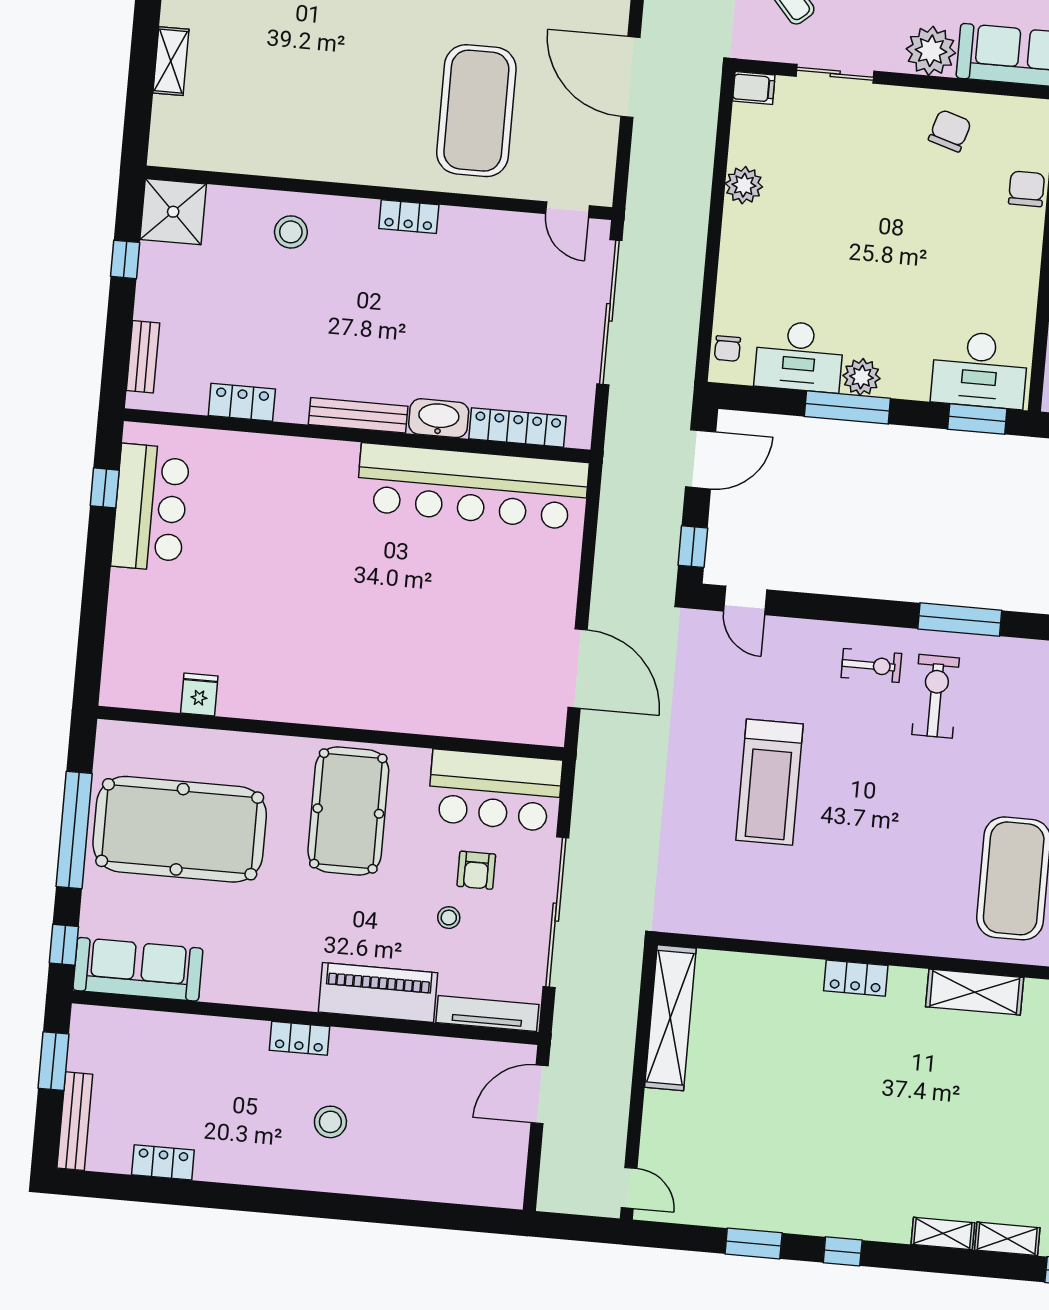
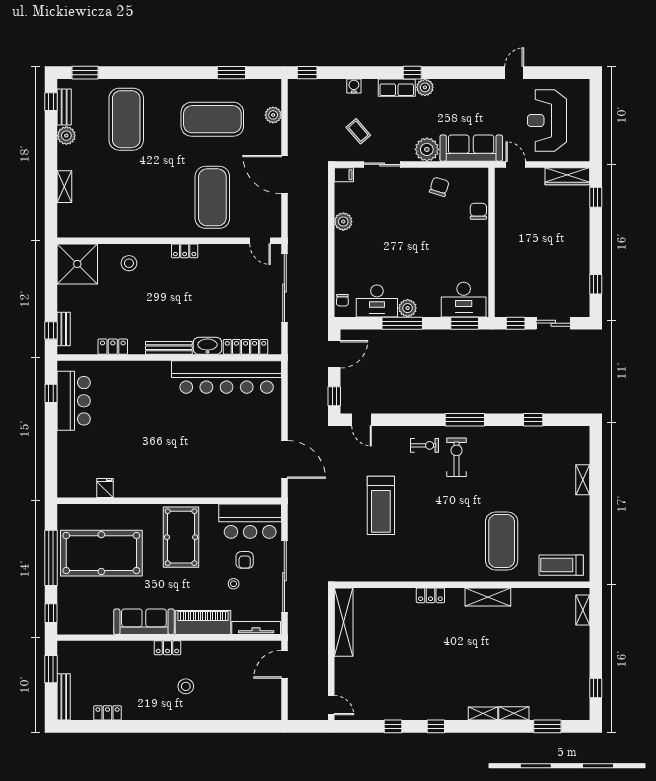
shower: (173, 212) -> (77, 264), width x1.37, depth x1.37
window: (125, 259) -> (51, 330), moved
sofa: (138, 969) -> (144, 622), moved
window: (754, 1243) -> (393, 726), width x0.67

